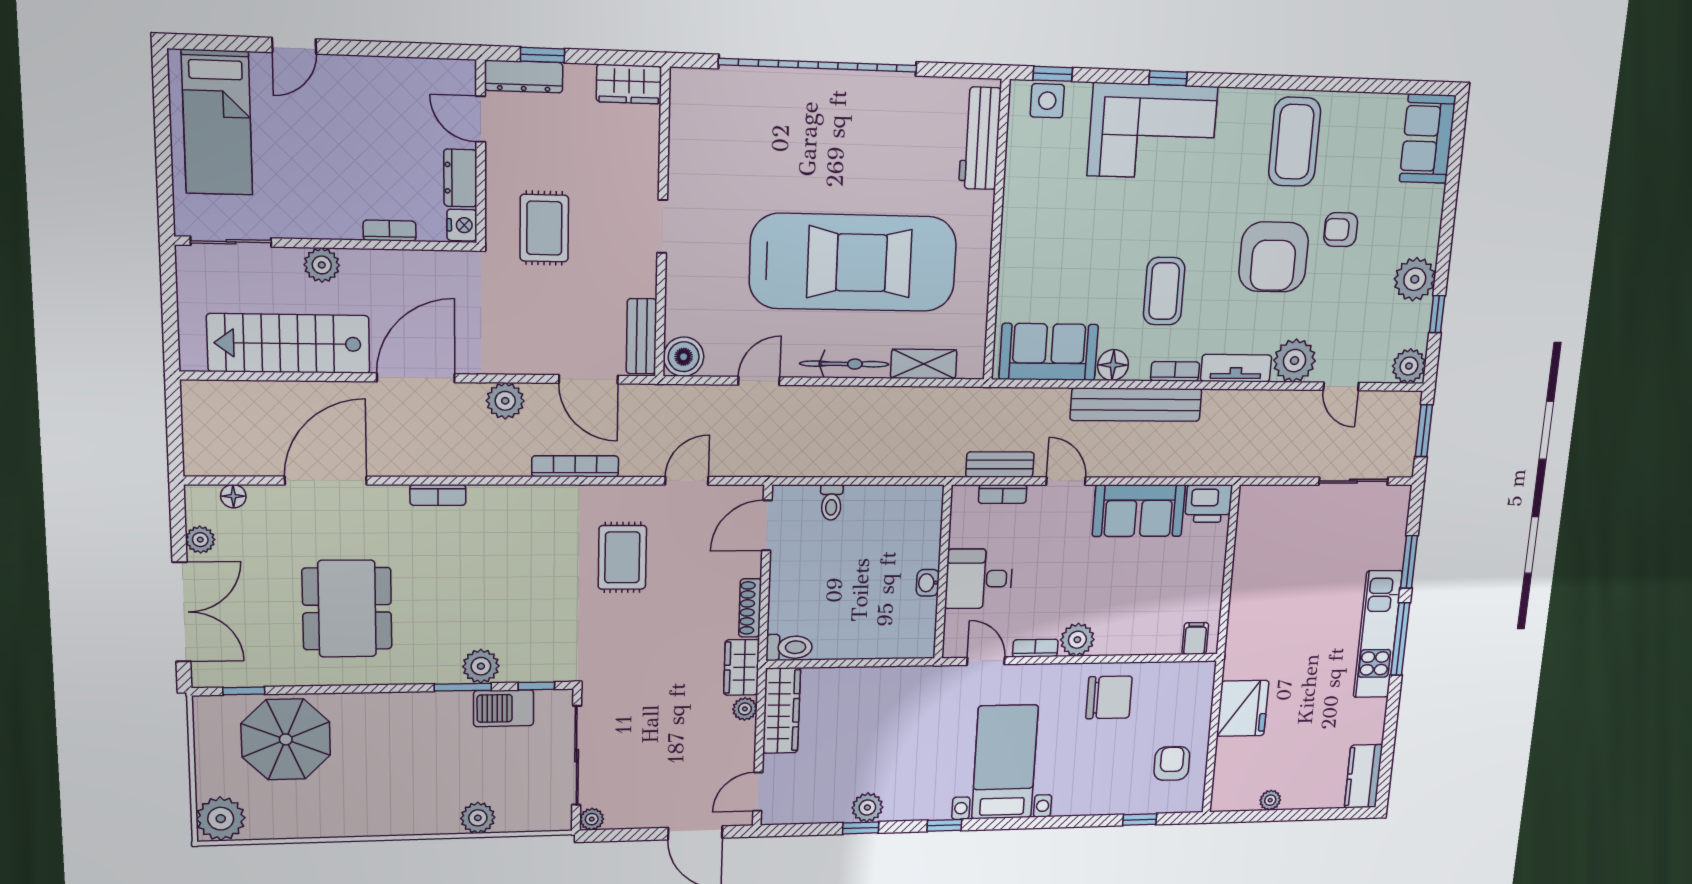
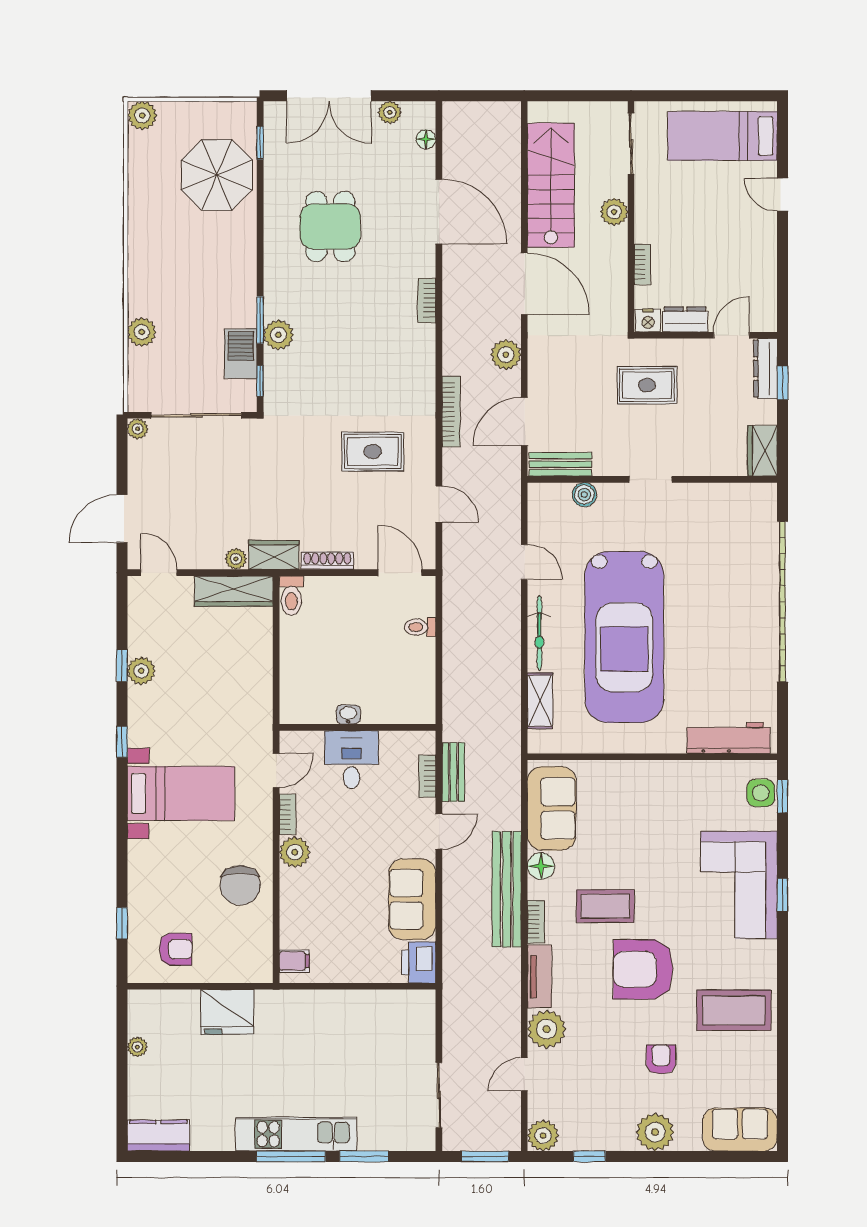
armchair: (1274, 257) -> (643, 969), moved
plant: (1415, 279) -> (655, 1132), moved
boiler: (684, 357) -> (584, 495), moved, width x0.73, depth x0.73
dining table: (347, 609) -> (330, 227), width x0.73
plant: (221, 819) -> (142, 115), width x0.73, depth x0.73

